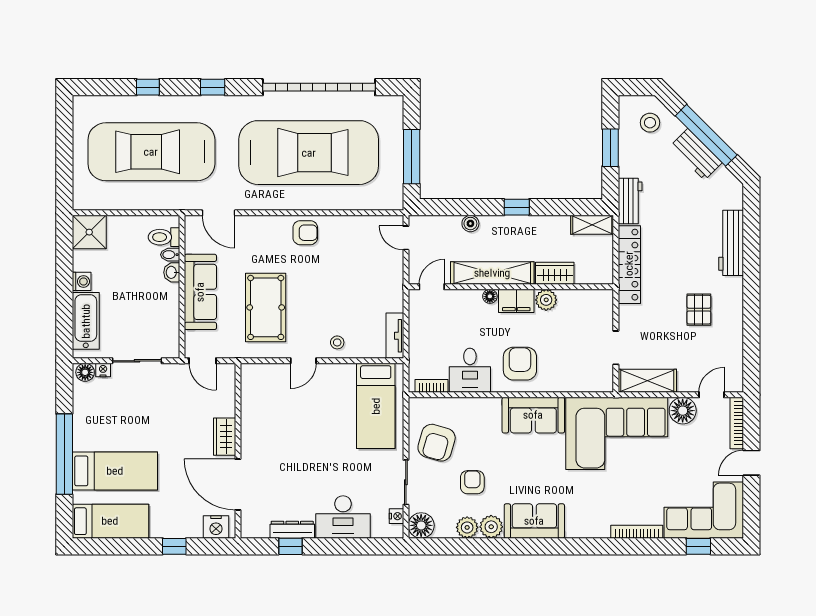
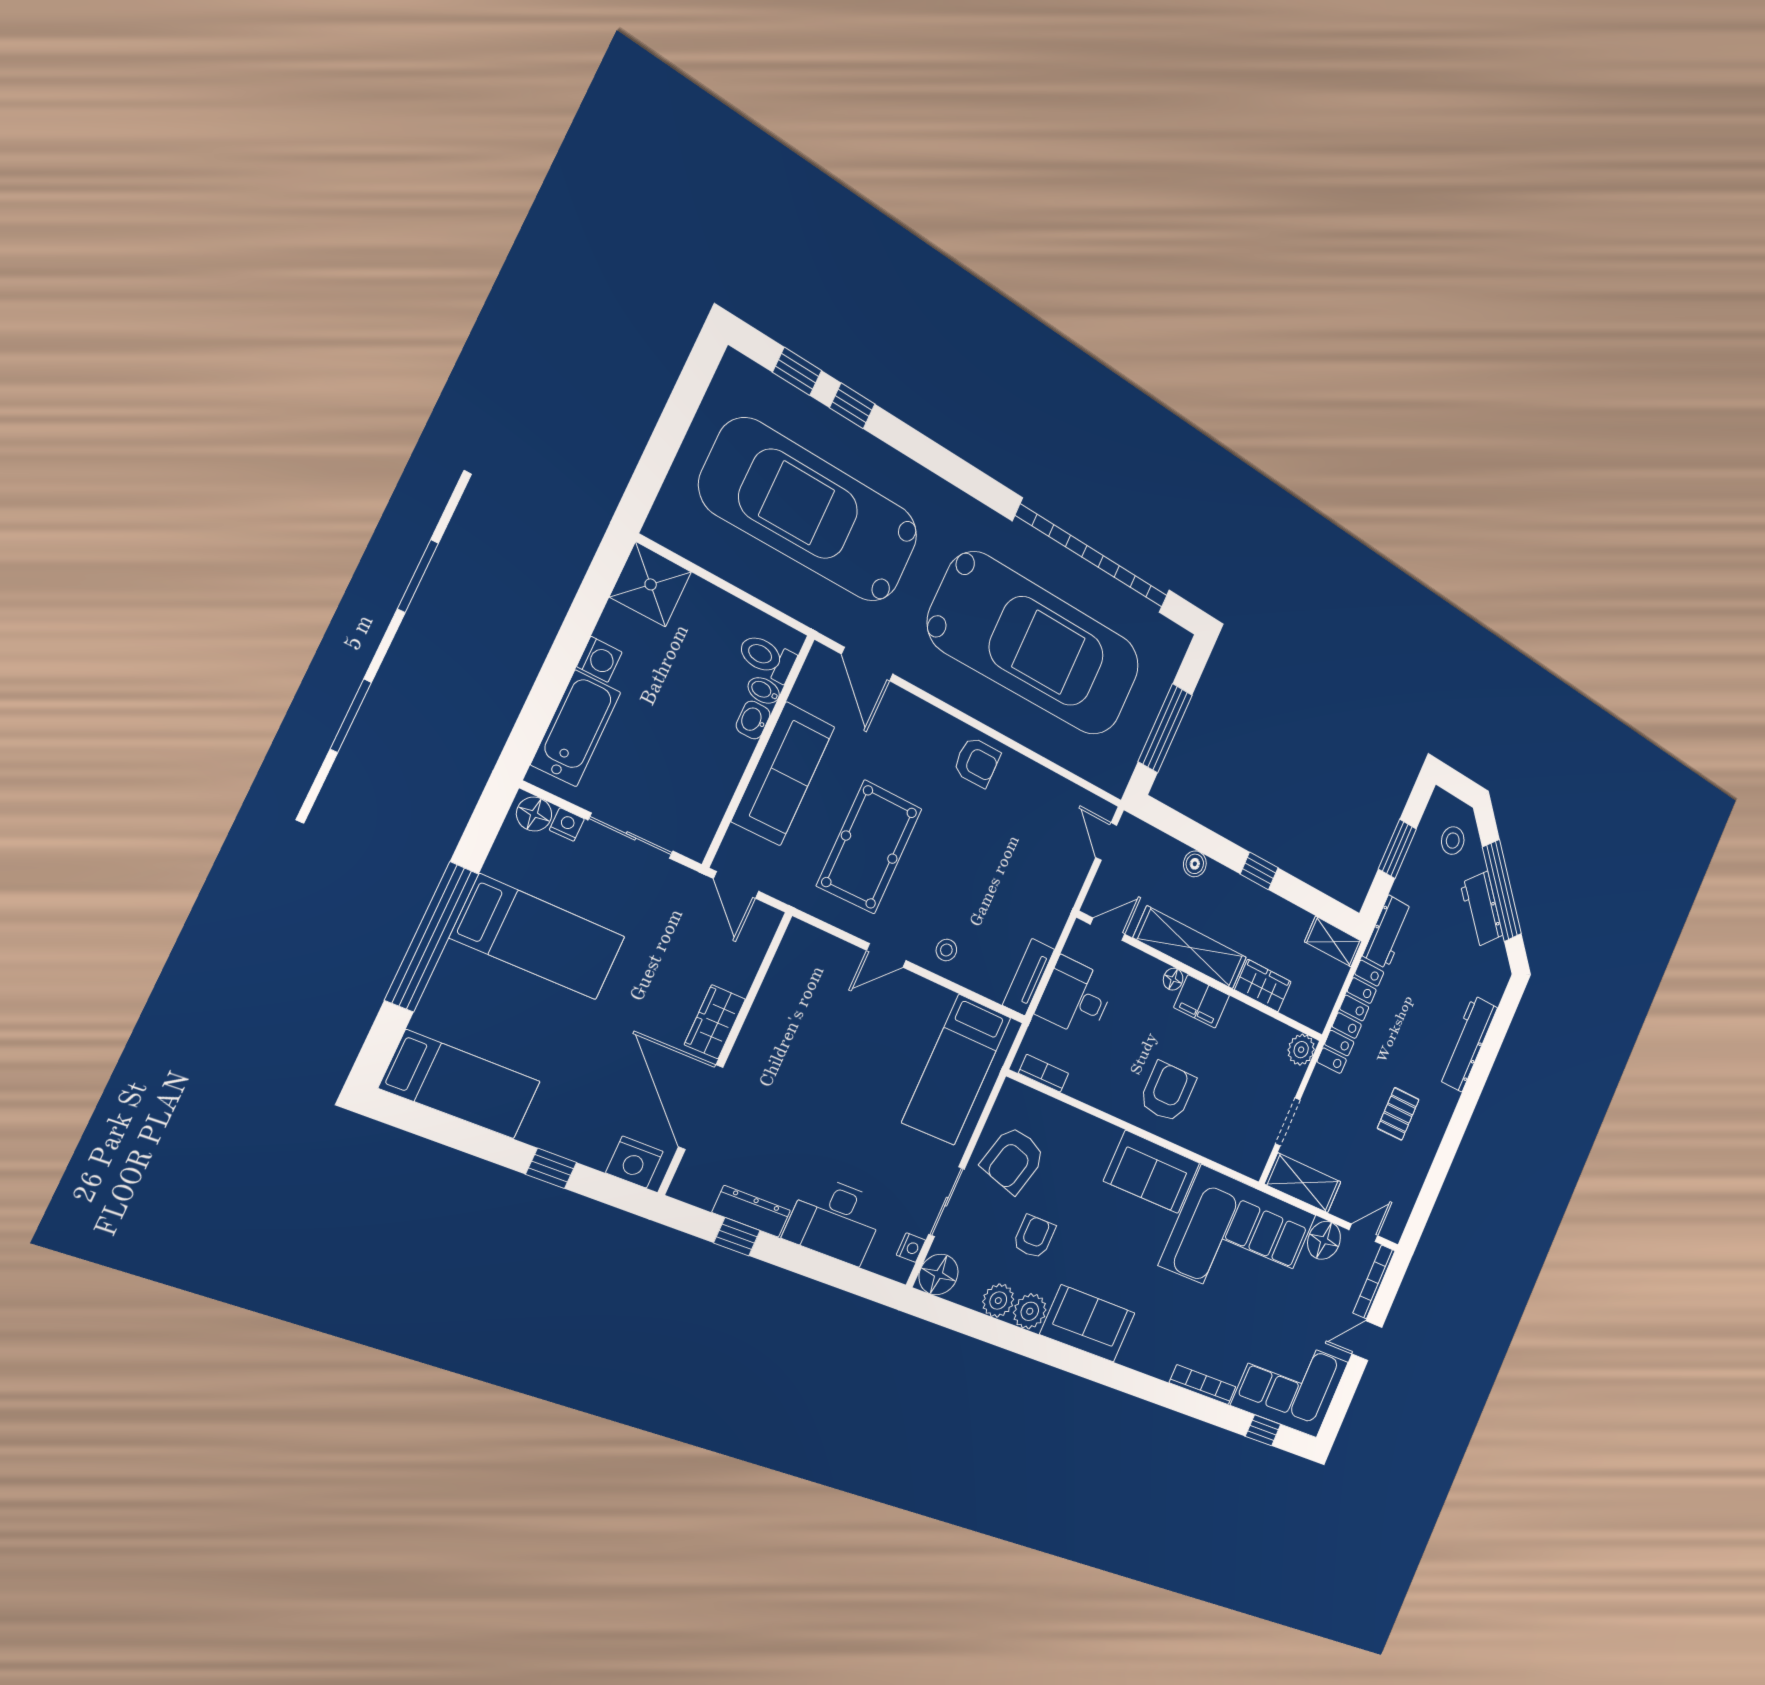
window: (213, 87) -> (797, 371), moved
plant: (546, 300) -> (1301, 1050), moved
desk: (470, 370) -> (1075, 997), moved, turned 90
bed: (115, 471) -> (538, 937), moved

